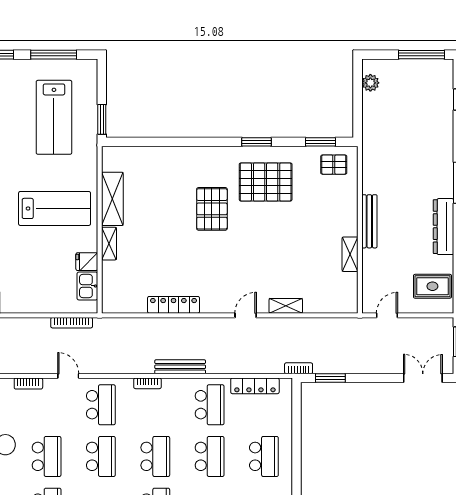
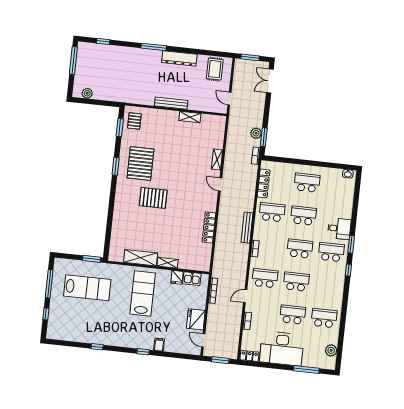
fridge: (22, 300) -> (196, 319), added
plant: (335, 365) -> (256, 133), added

